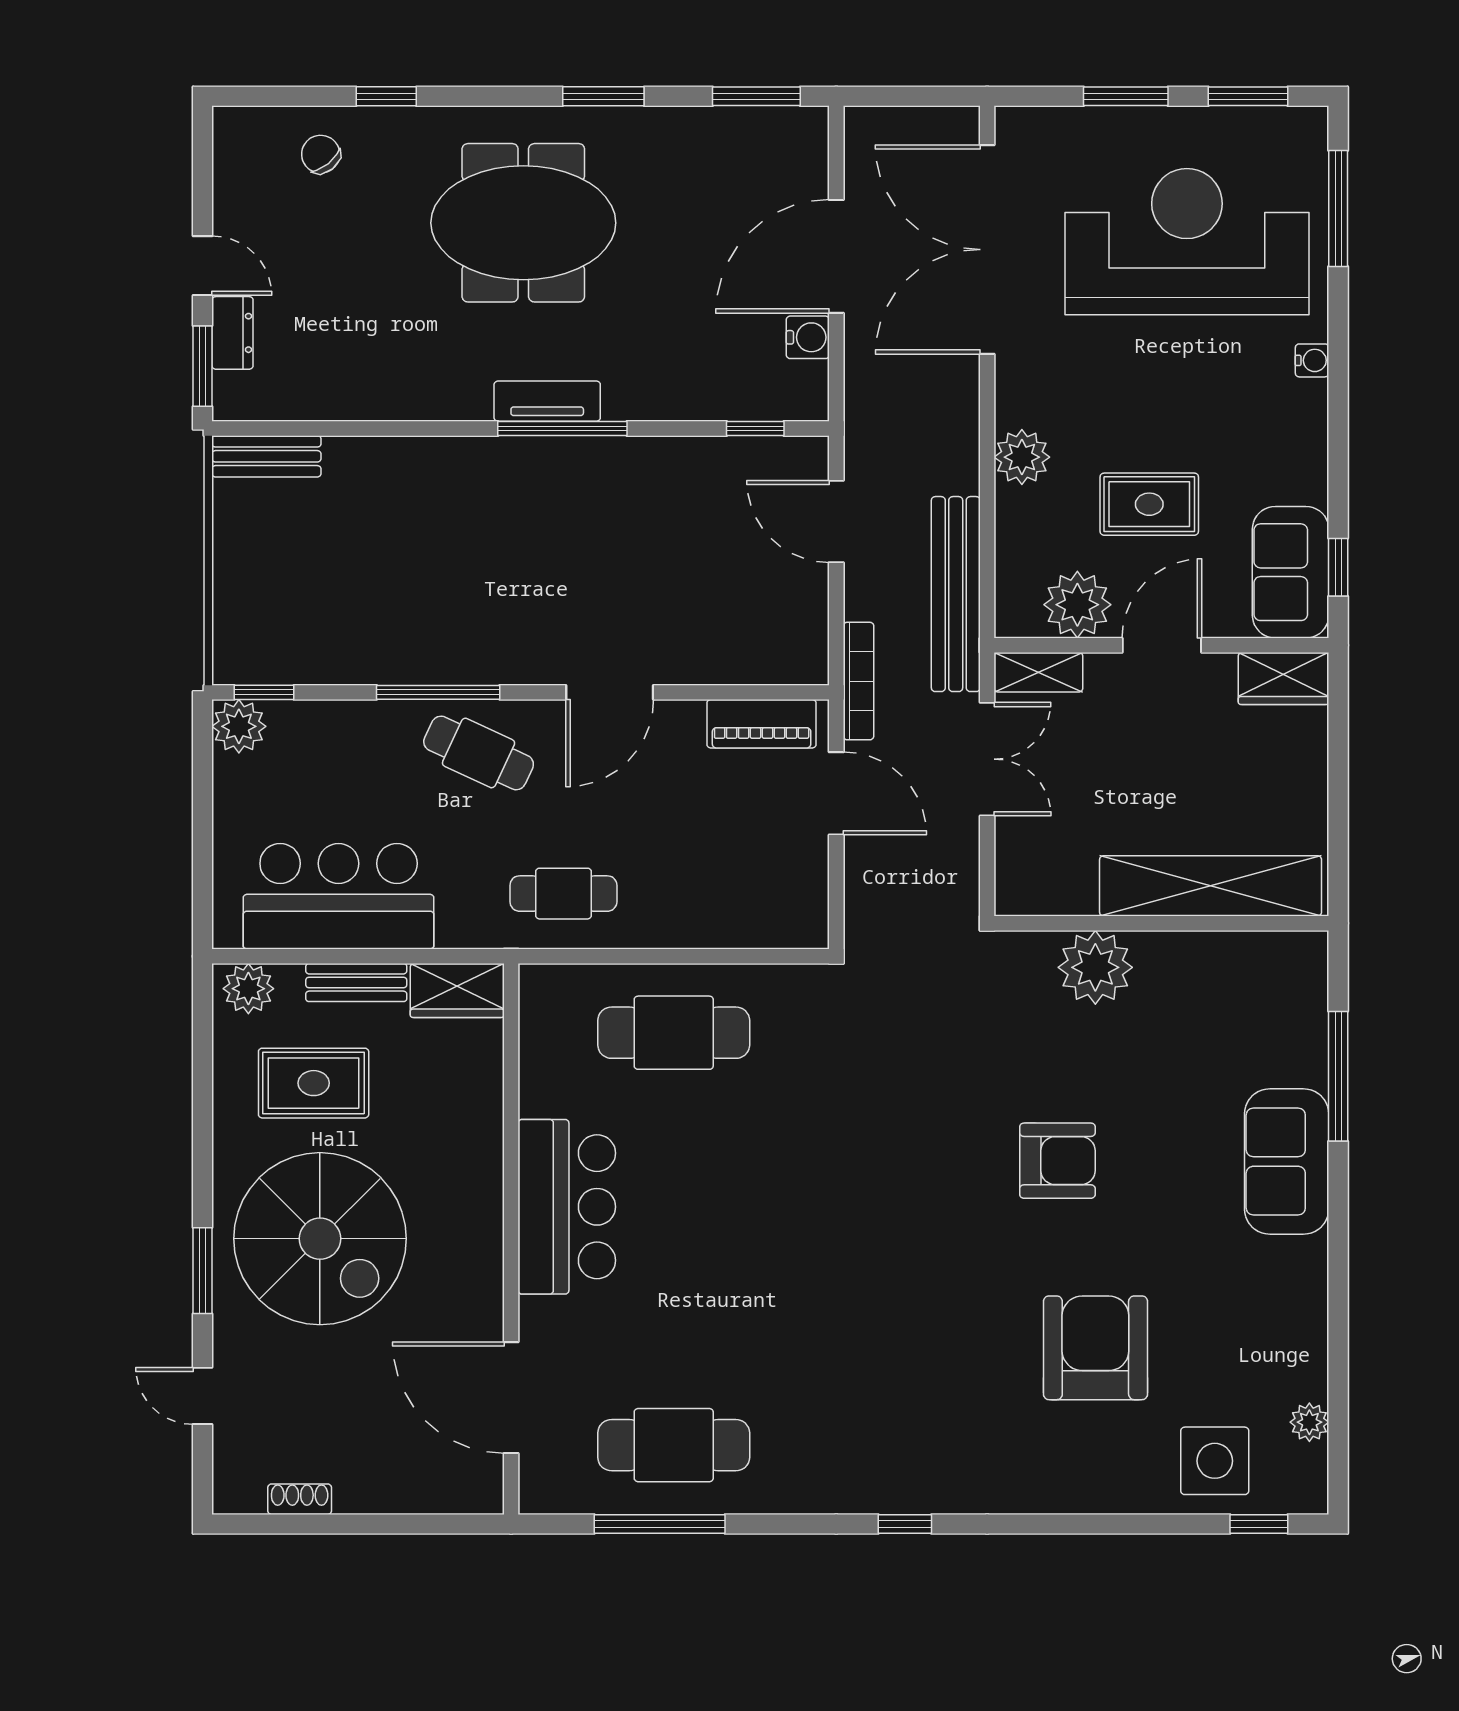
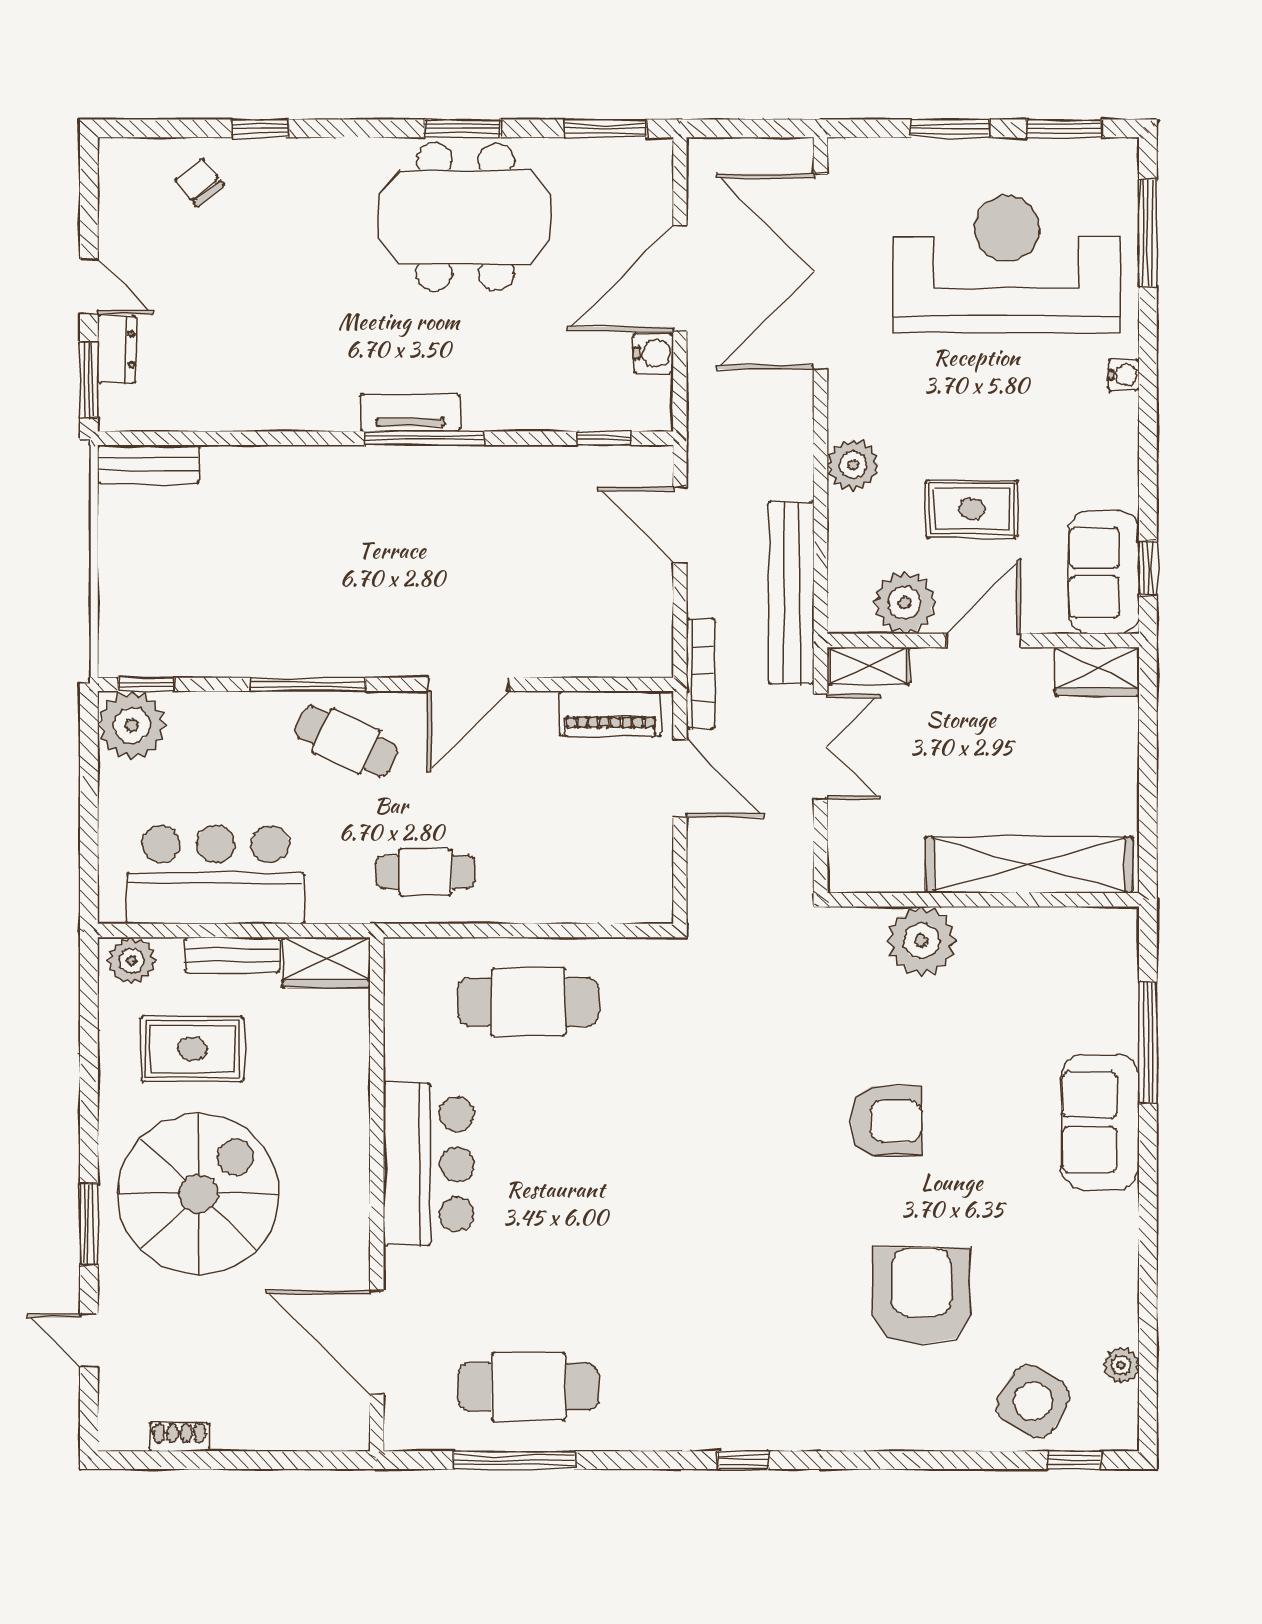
meeting table: (523, 223) -> (465, 217), moved
plant: (239, 726) -> (132, 725), width x1.36, depth x1.36
spiral stairs: (320, 1239) -> (198, 1194), turned -90
side table: (1215, 1461) -> (1033, 1401), turned 30

